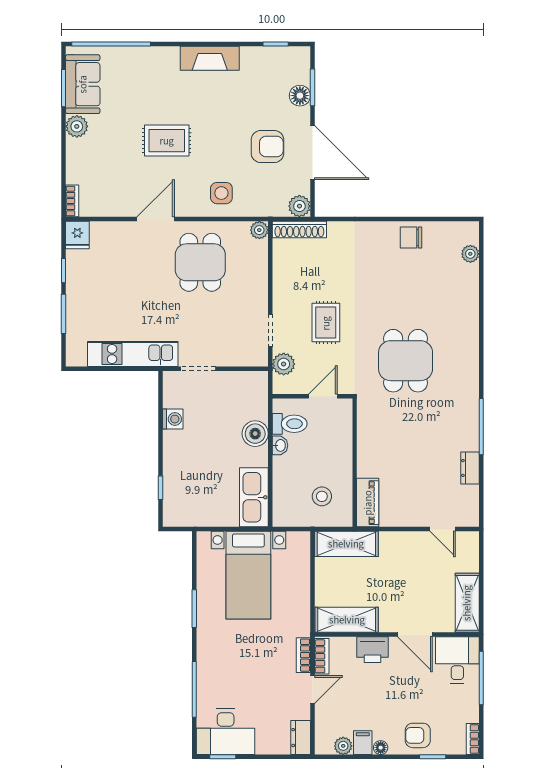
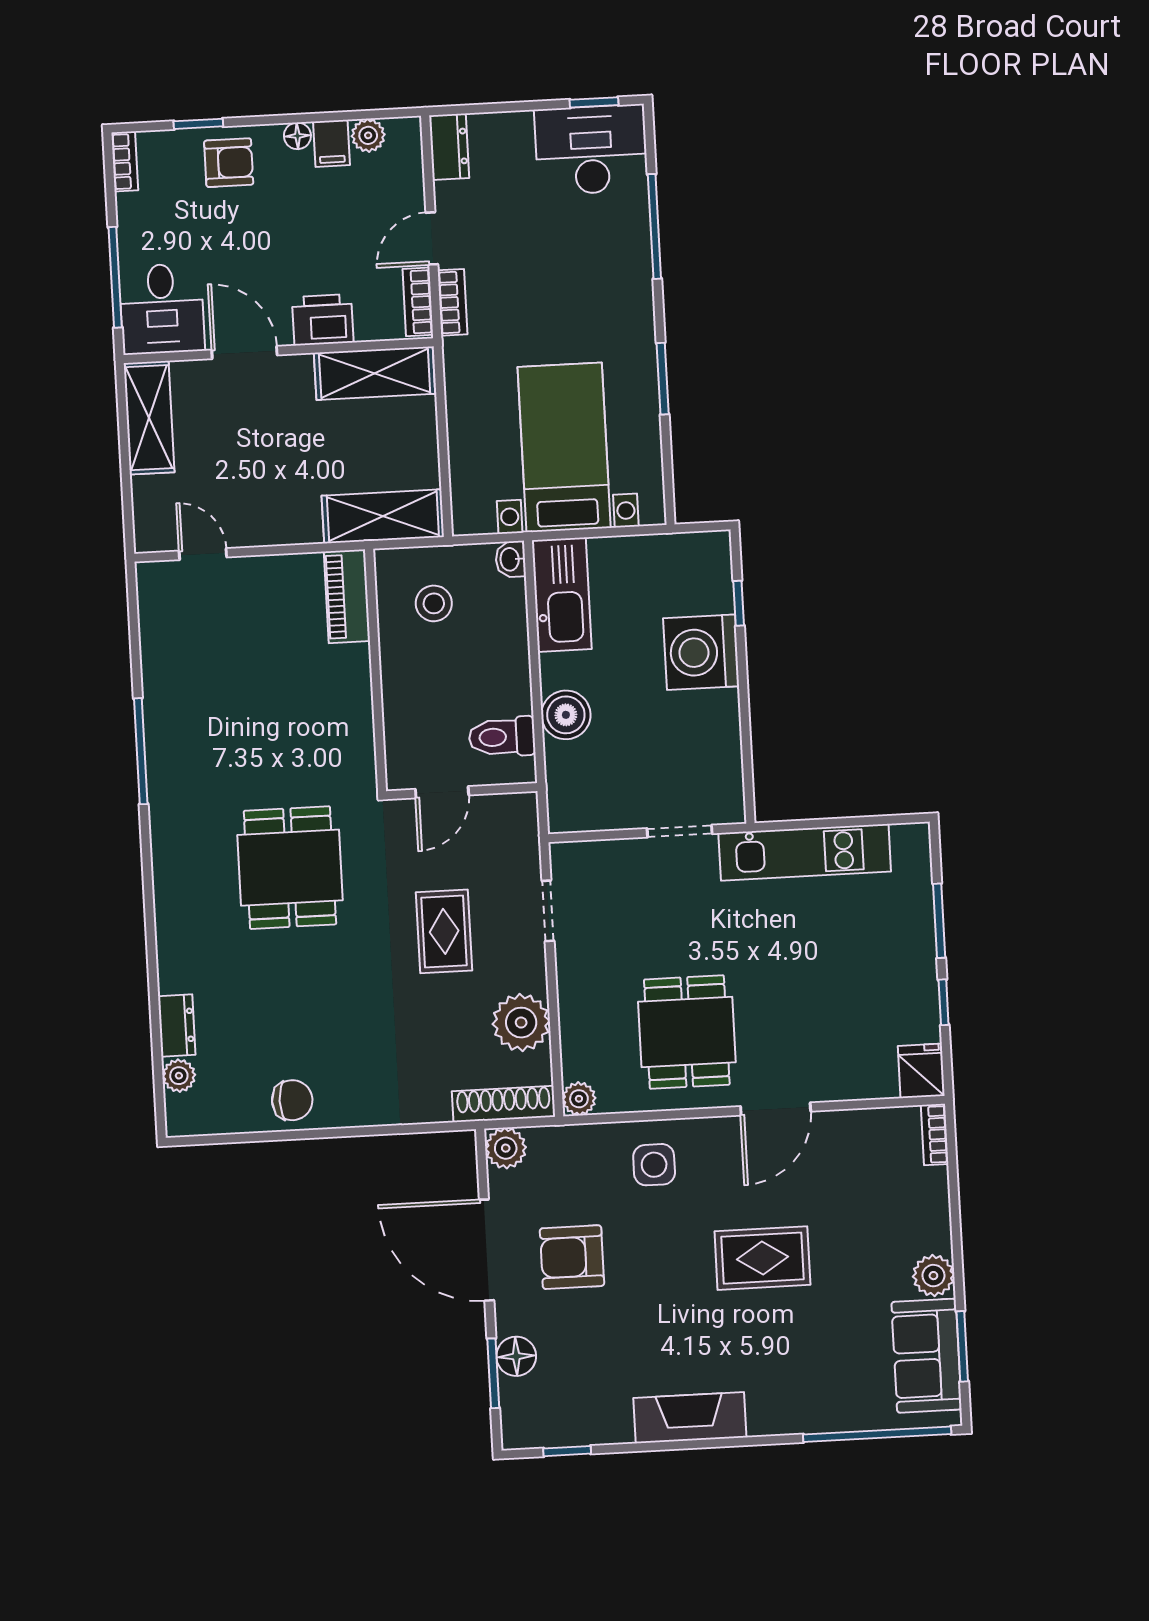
plant: (284, 364) -> (521, 1023), moved, width x1.36, depth x1.36
washing machine: (173, 419) -> (701, 652), moved, width x1.89, depth x1.89
washbasin: (280, 445) -> (510, 559), moved
dresser: (470, 468) -> (177, 1026), moved

